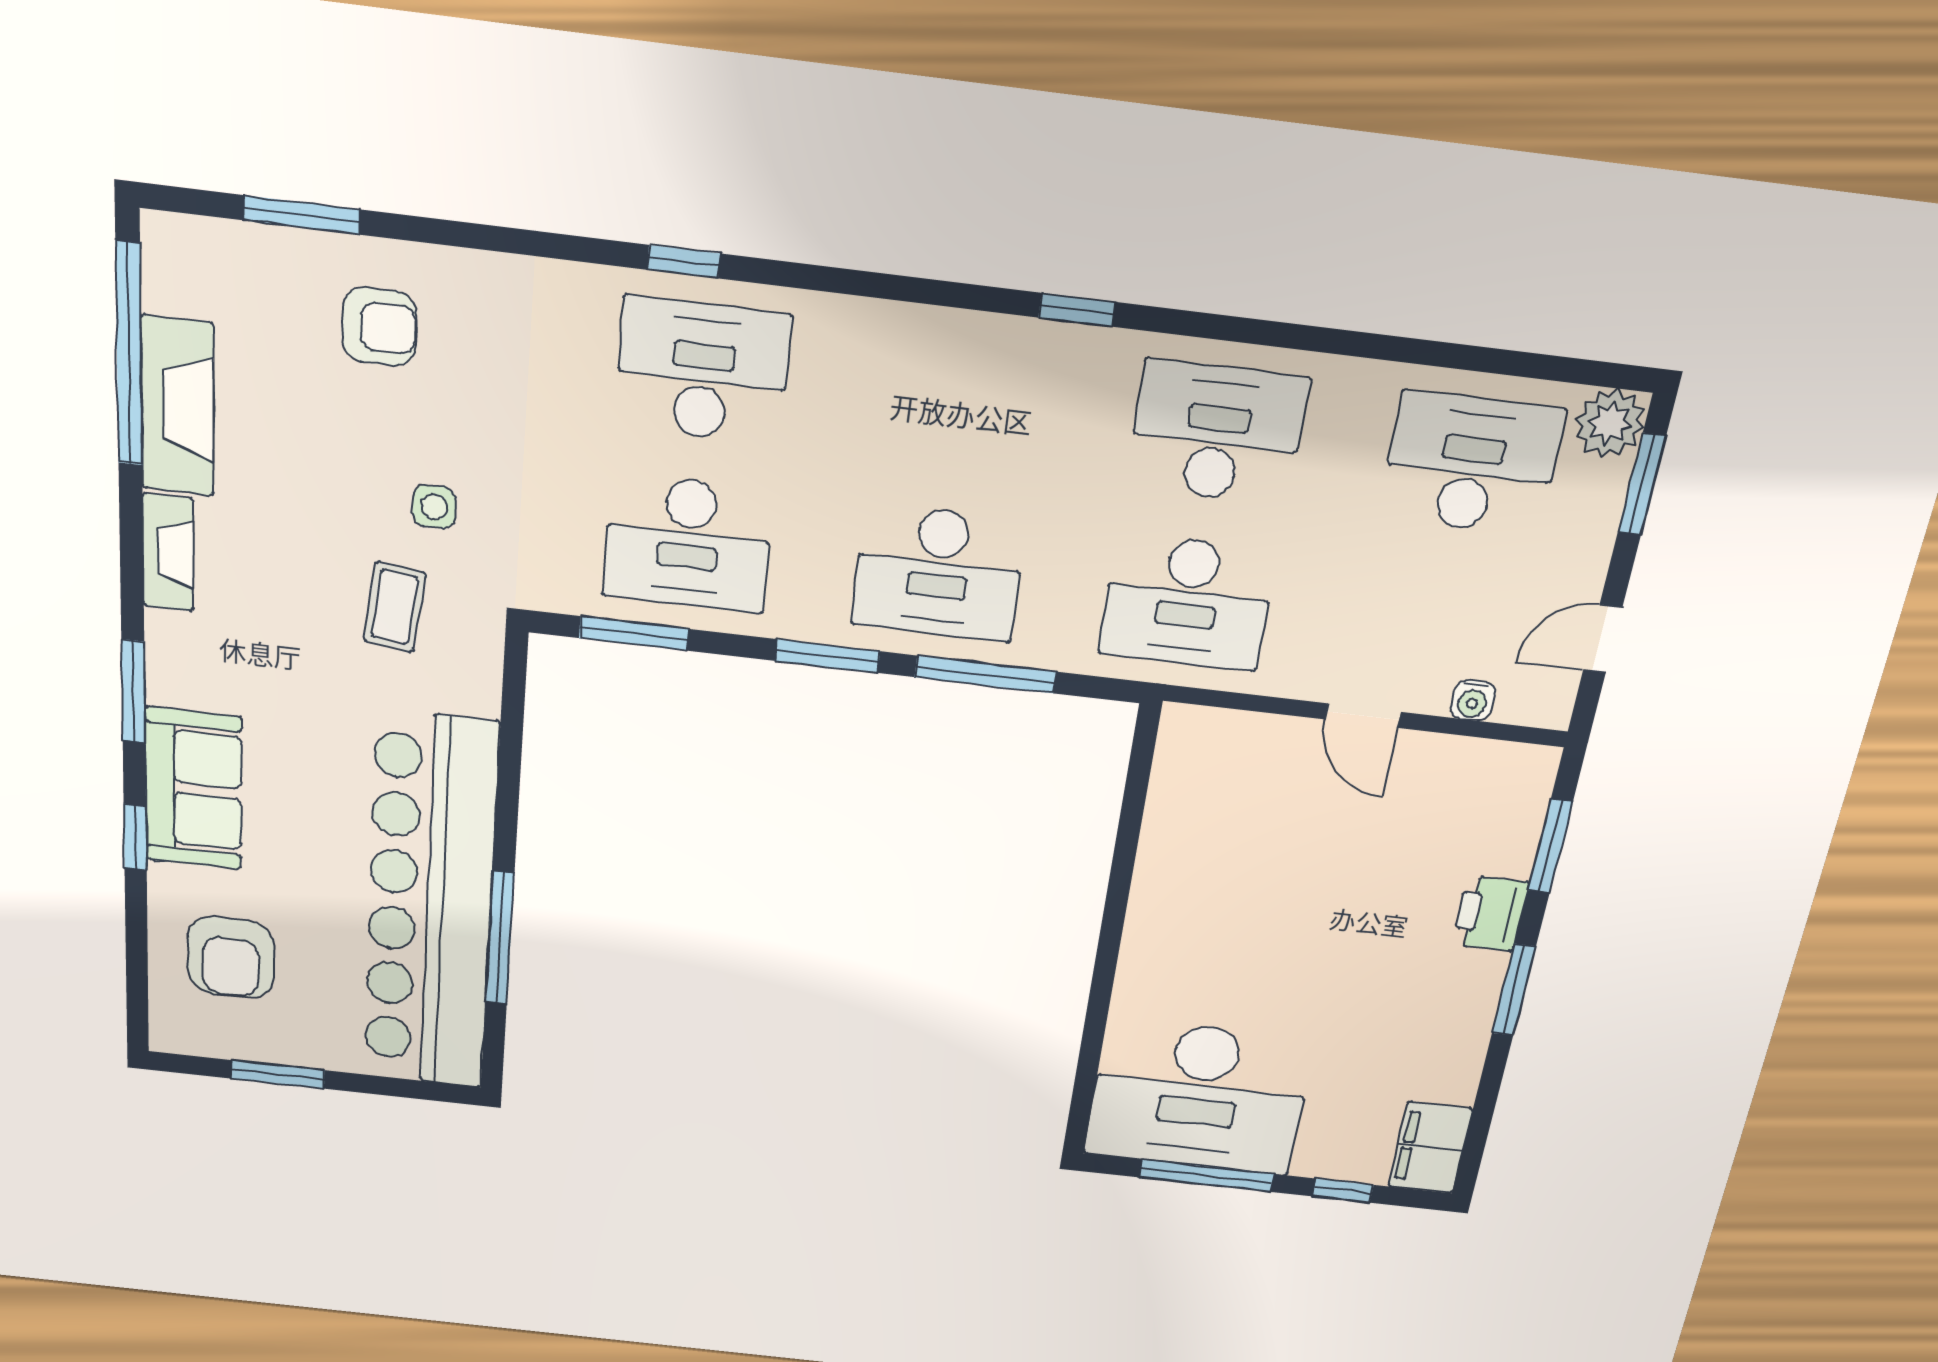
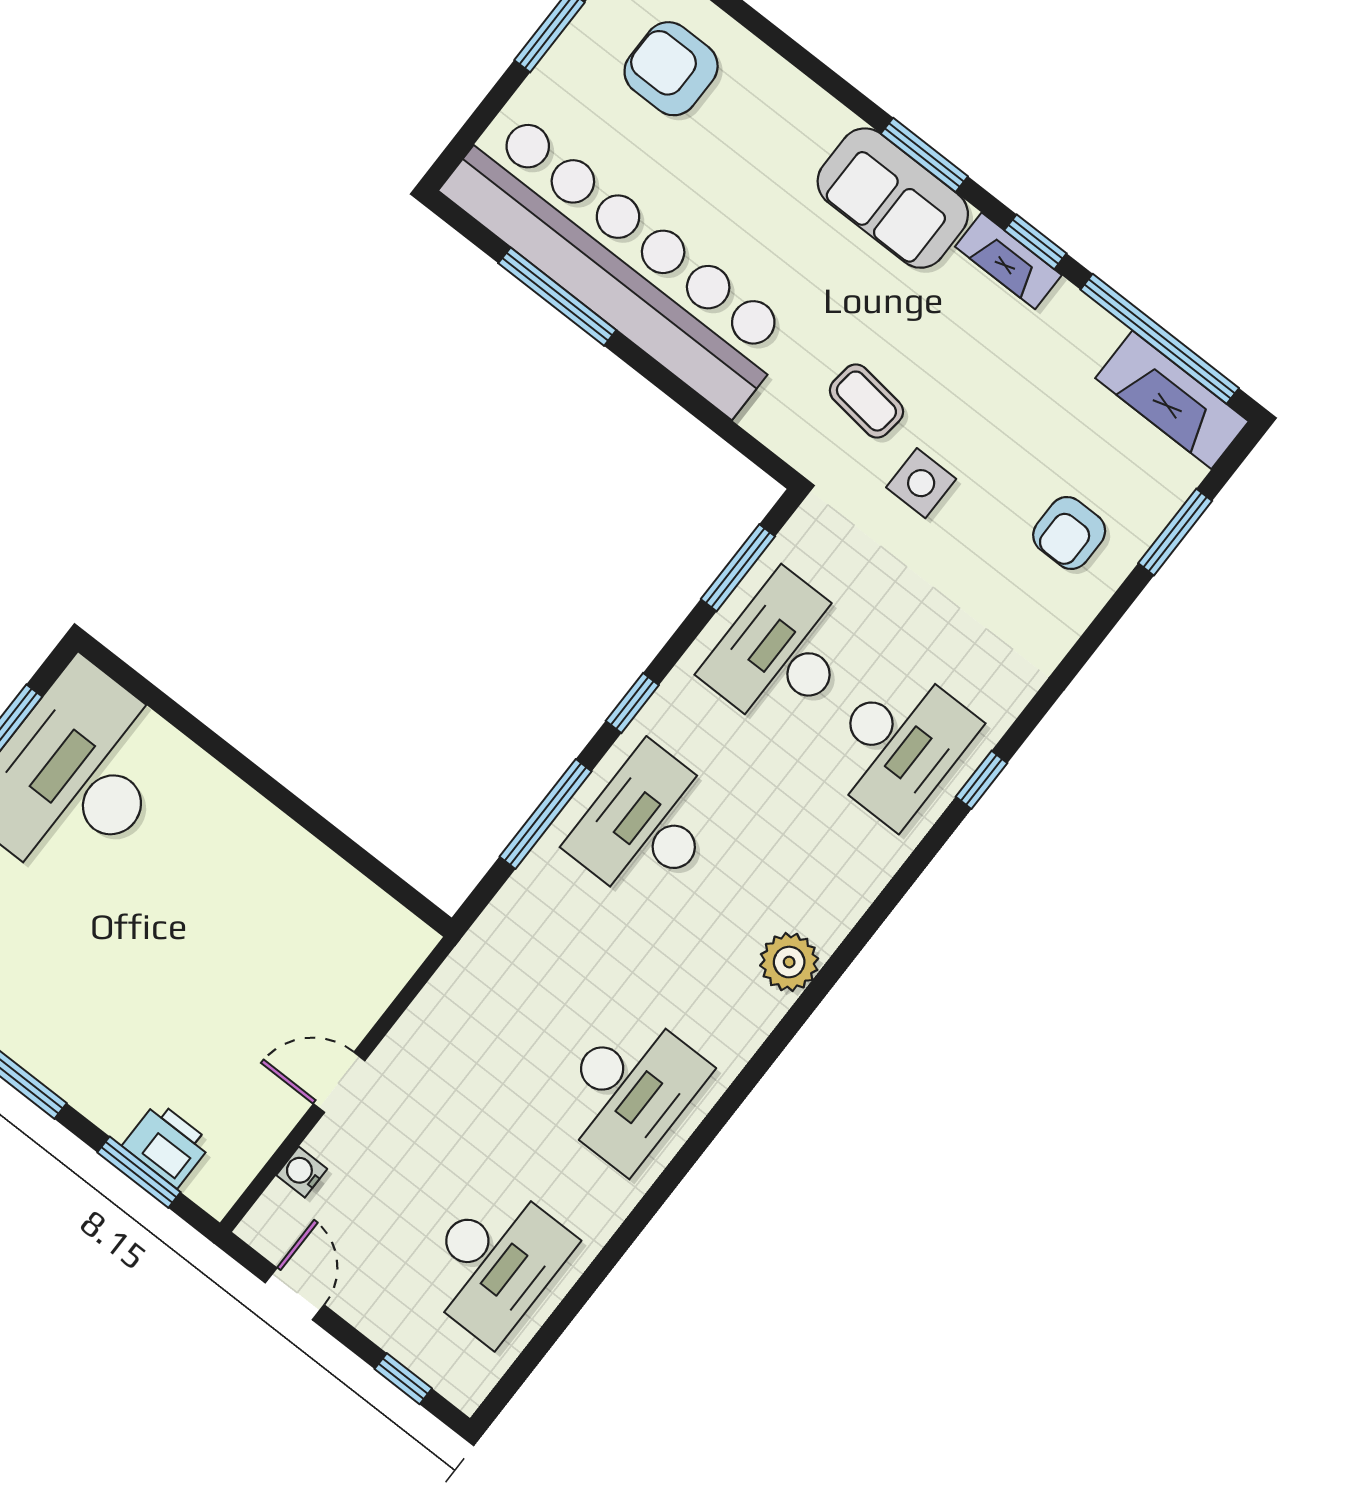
window: (1077, 310) -> (780, 1038), removed
fireplace: (178, 406) -> (1172, 400), moved
plant: (1610, 423) -> (789, 962), moved
window: (1642, 484) -> (403, 1379), width x0.67
side table: (434, 507) -> (921, 483), width x1.37, depth x1.37
desk: (1187, 602) -> (512, 998), removed
window: (827, 656) -> (632, 703), width x0.67
sofa: (194, 789) -> (893, 198), moved
window: (135, 837) -> (1035, 242), moved
printer: (1490, 913) -> (167, 1144), moved

